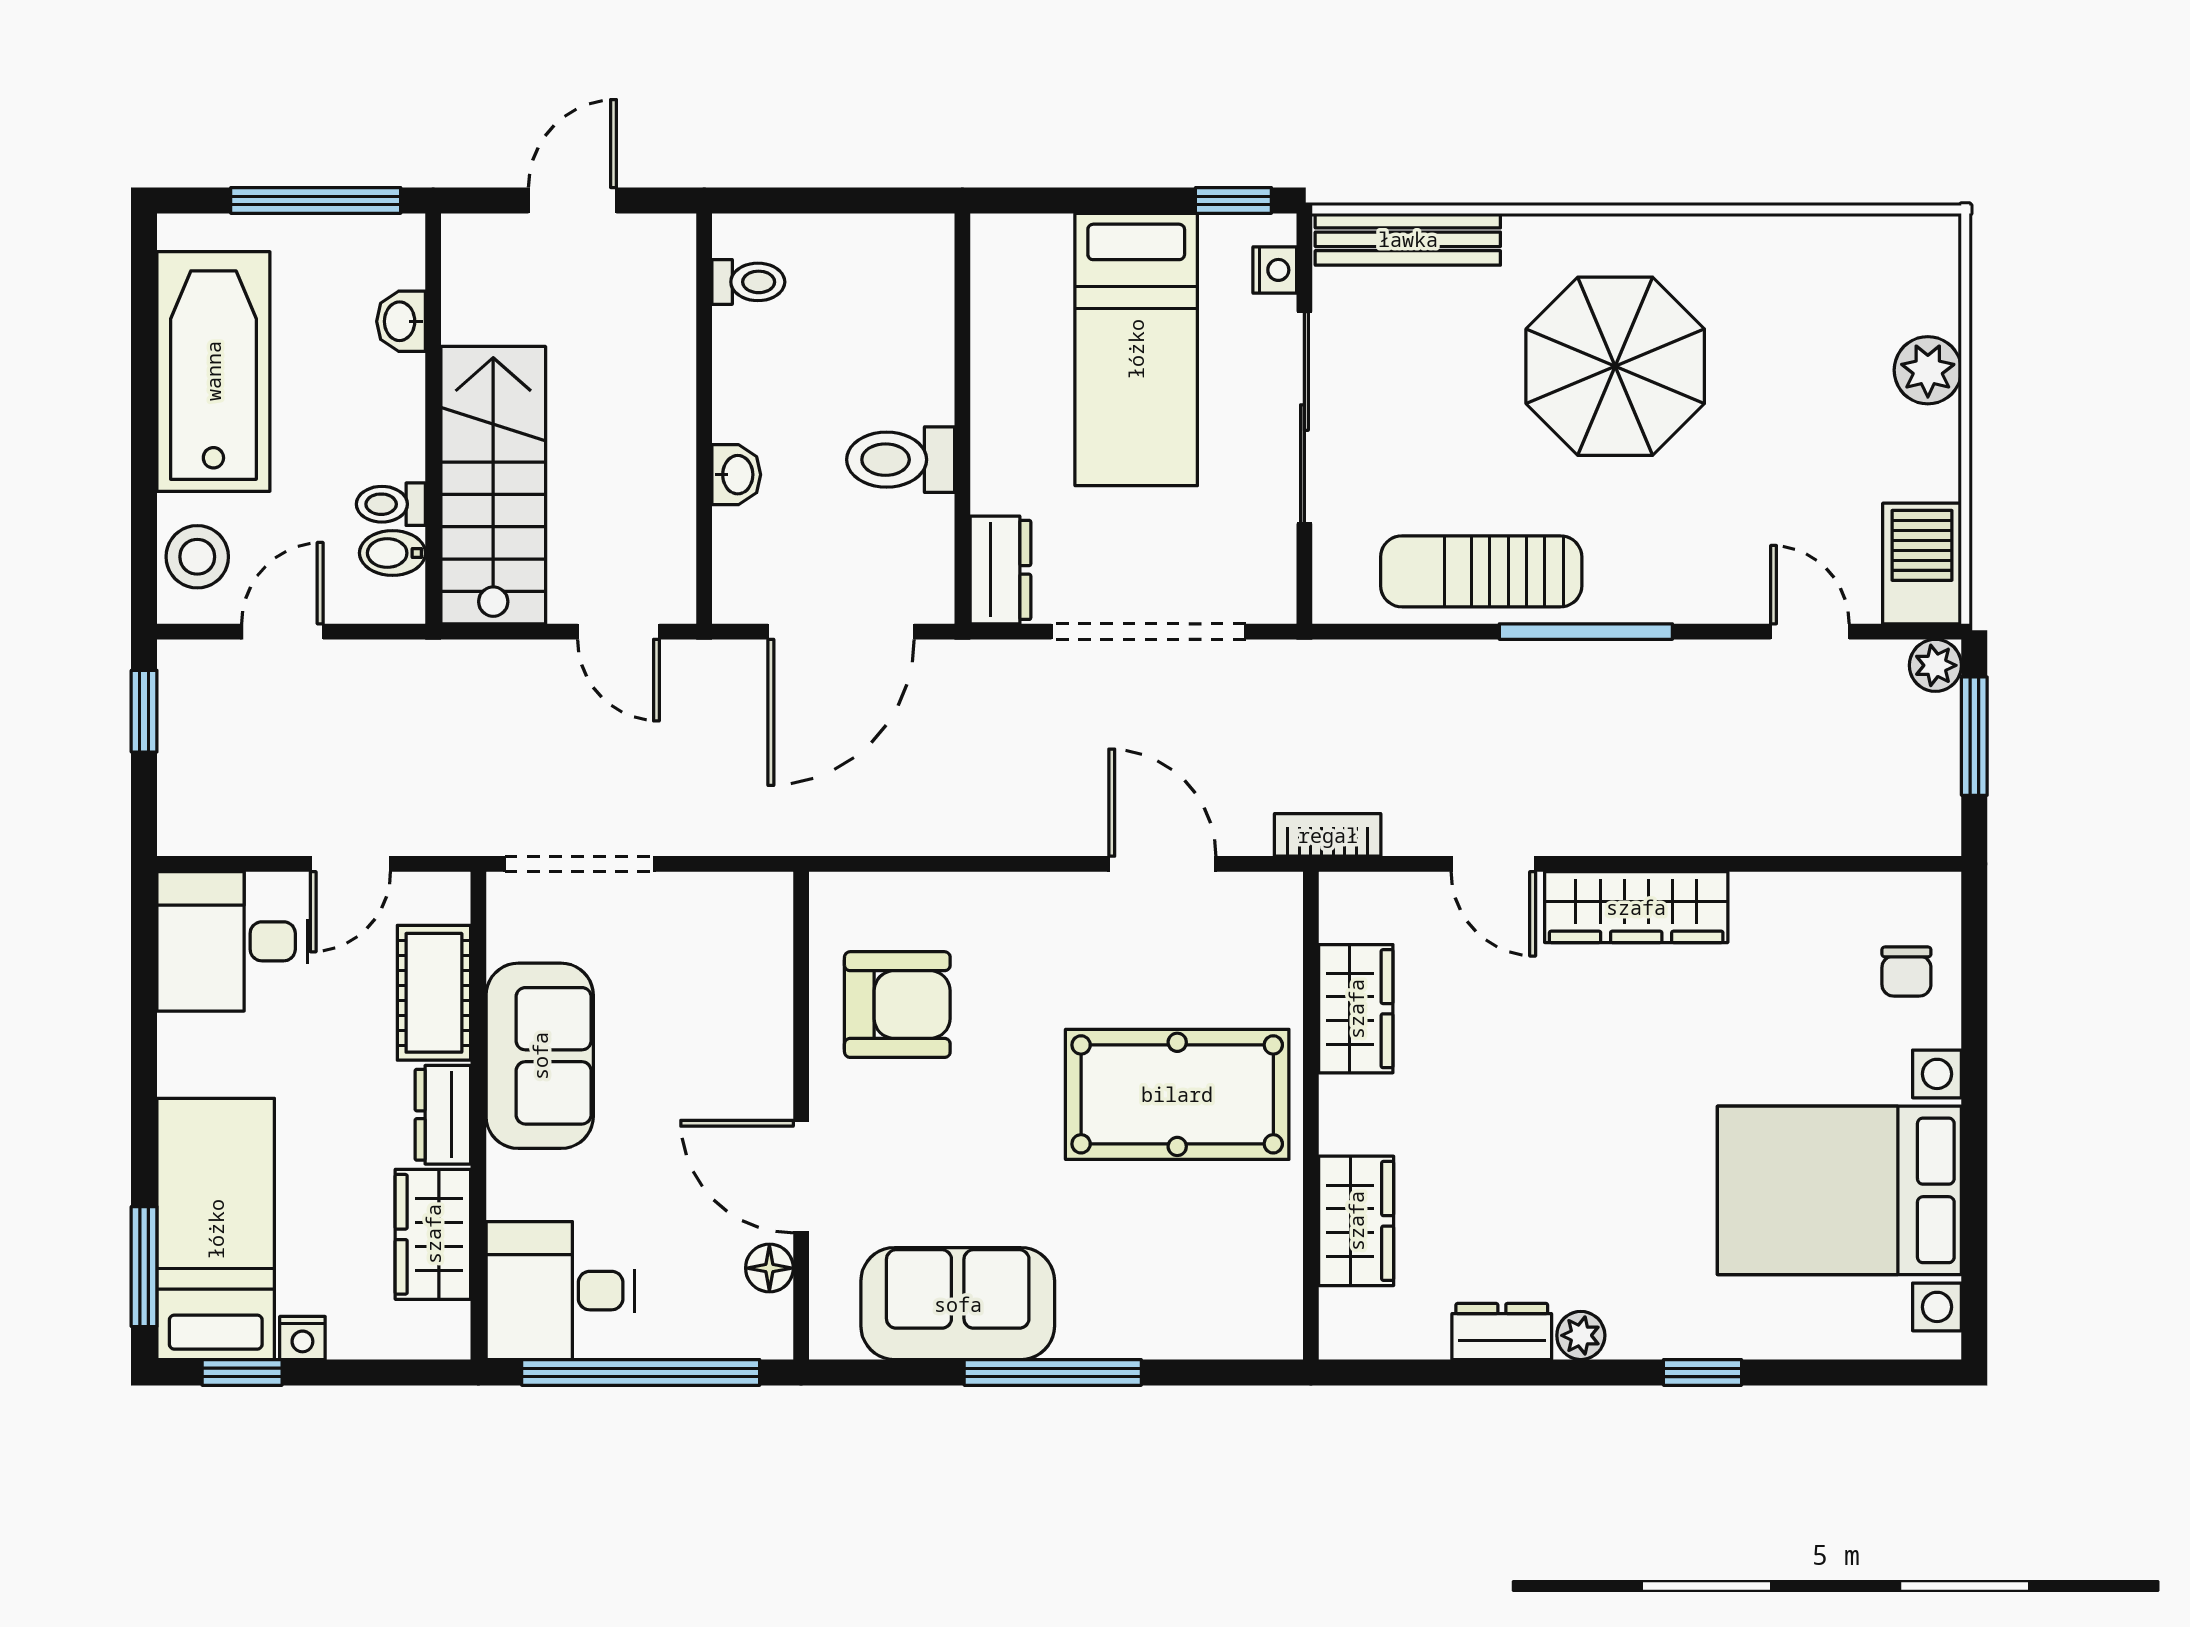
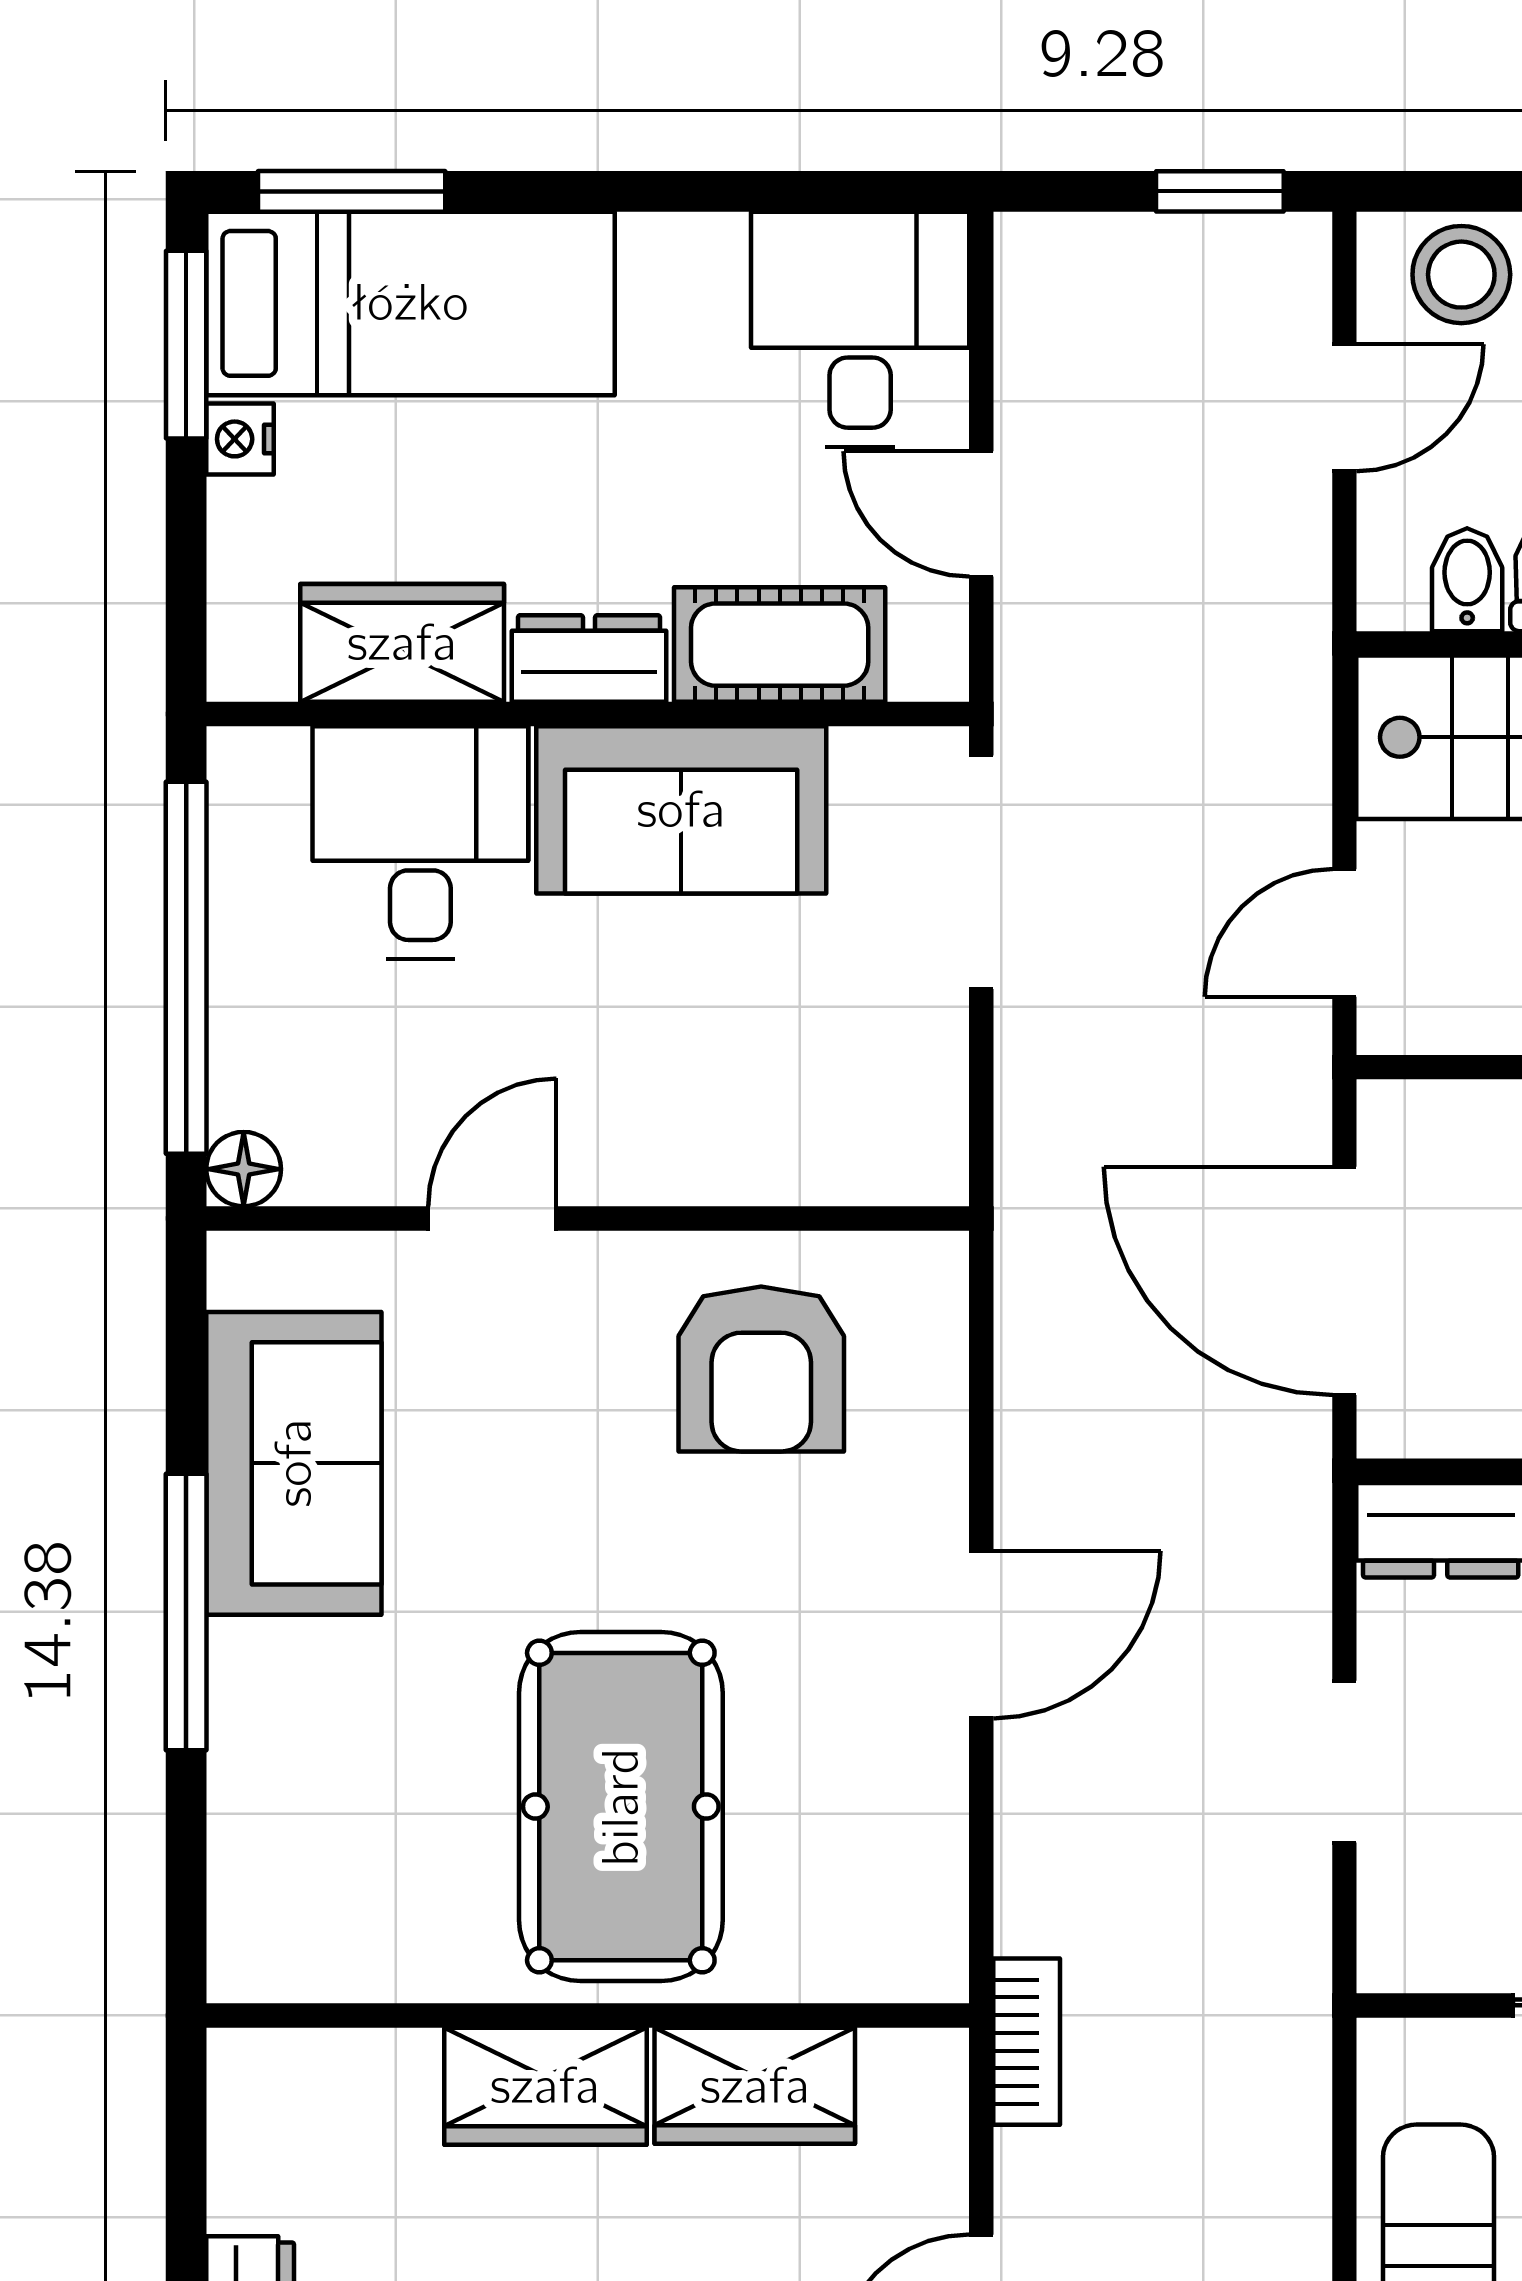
door: (282, 632) -> (1344, 408), hinge flipped
doorway: (1148, 632) -> (1344, 1762), width x0.53
door: (1162, 864) -> (981, 1635), moved
door: (801, 1177) -> (492, 1218), width x0.73
wardrobe: (1356, 1221) -> (545, 2086), moved
floor lamp: (769, 1268) -> (244, 1169), moved
desk: (560, 1291) -> (420, 842), moved
window: (242, 1372) -> (186, 345), width x1.50

